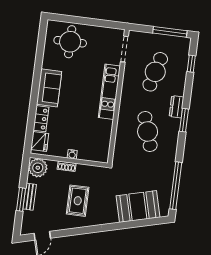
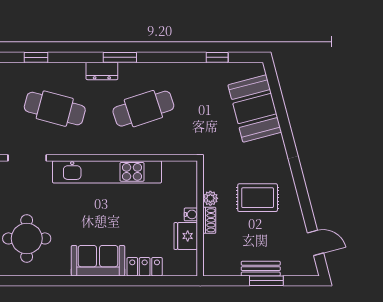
kitchen unit: (109, 92) -> (107, 172), width x1.36
fridge: (40, 141) -> (186, 236), moved, turned -90
plant: (38, 168) -> (210, 198), moved, width x0.53, depth x0.53
window: (176, 186) -> (217, 57), width x0.32

